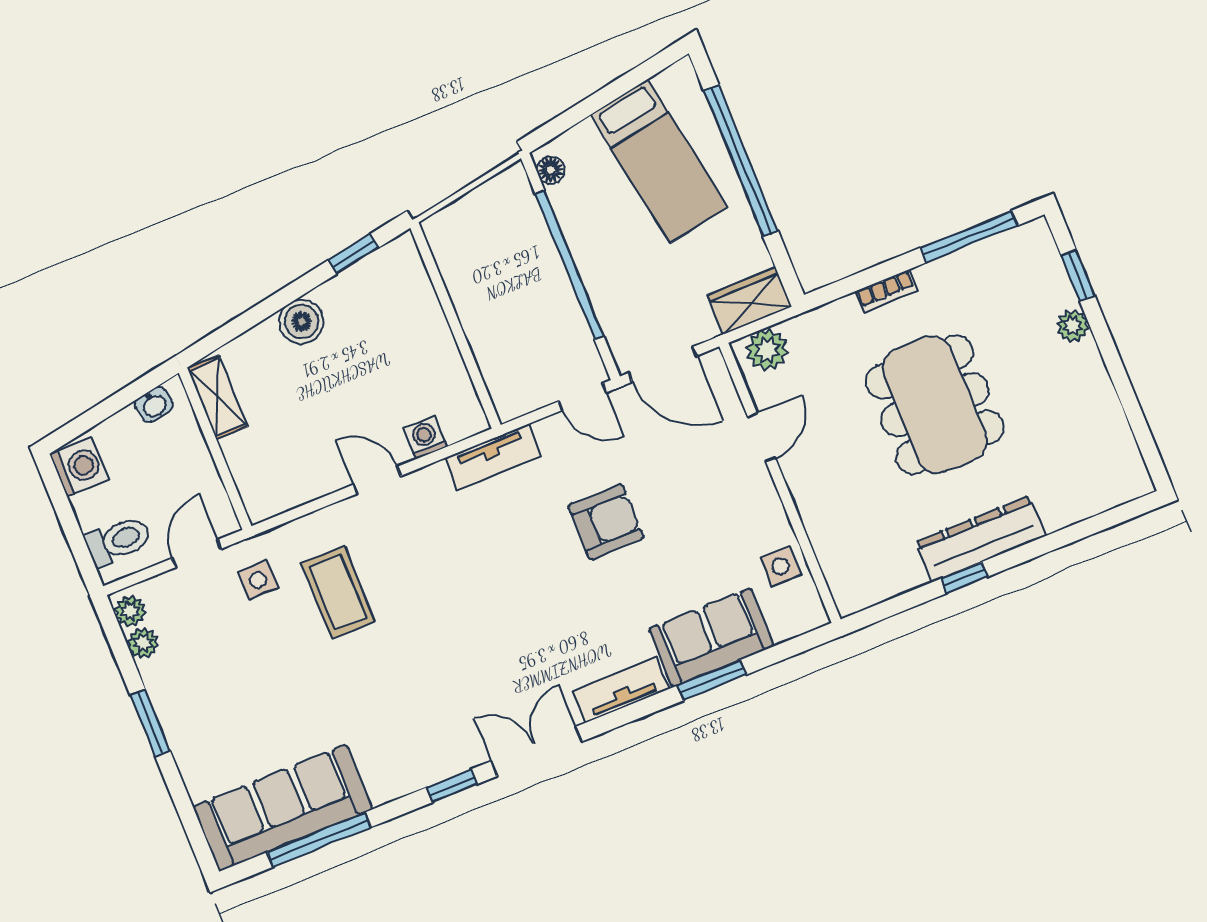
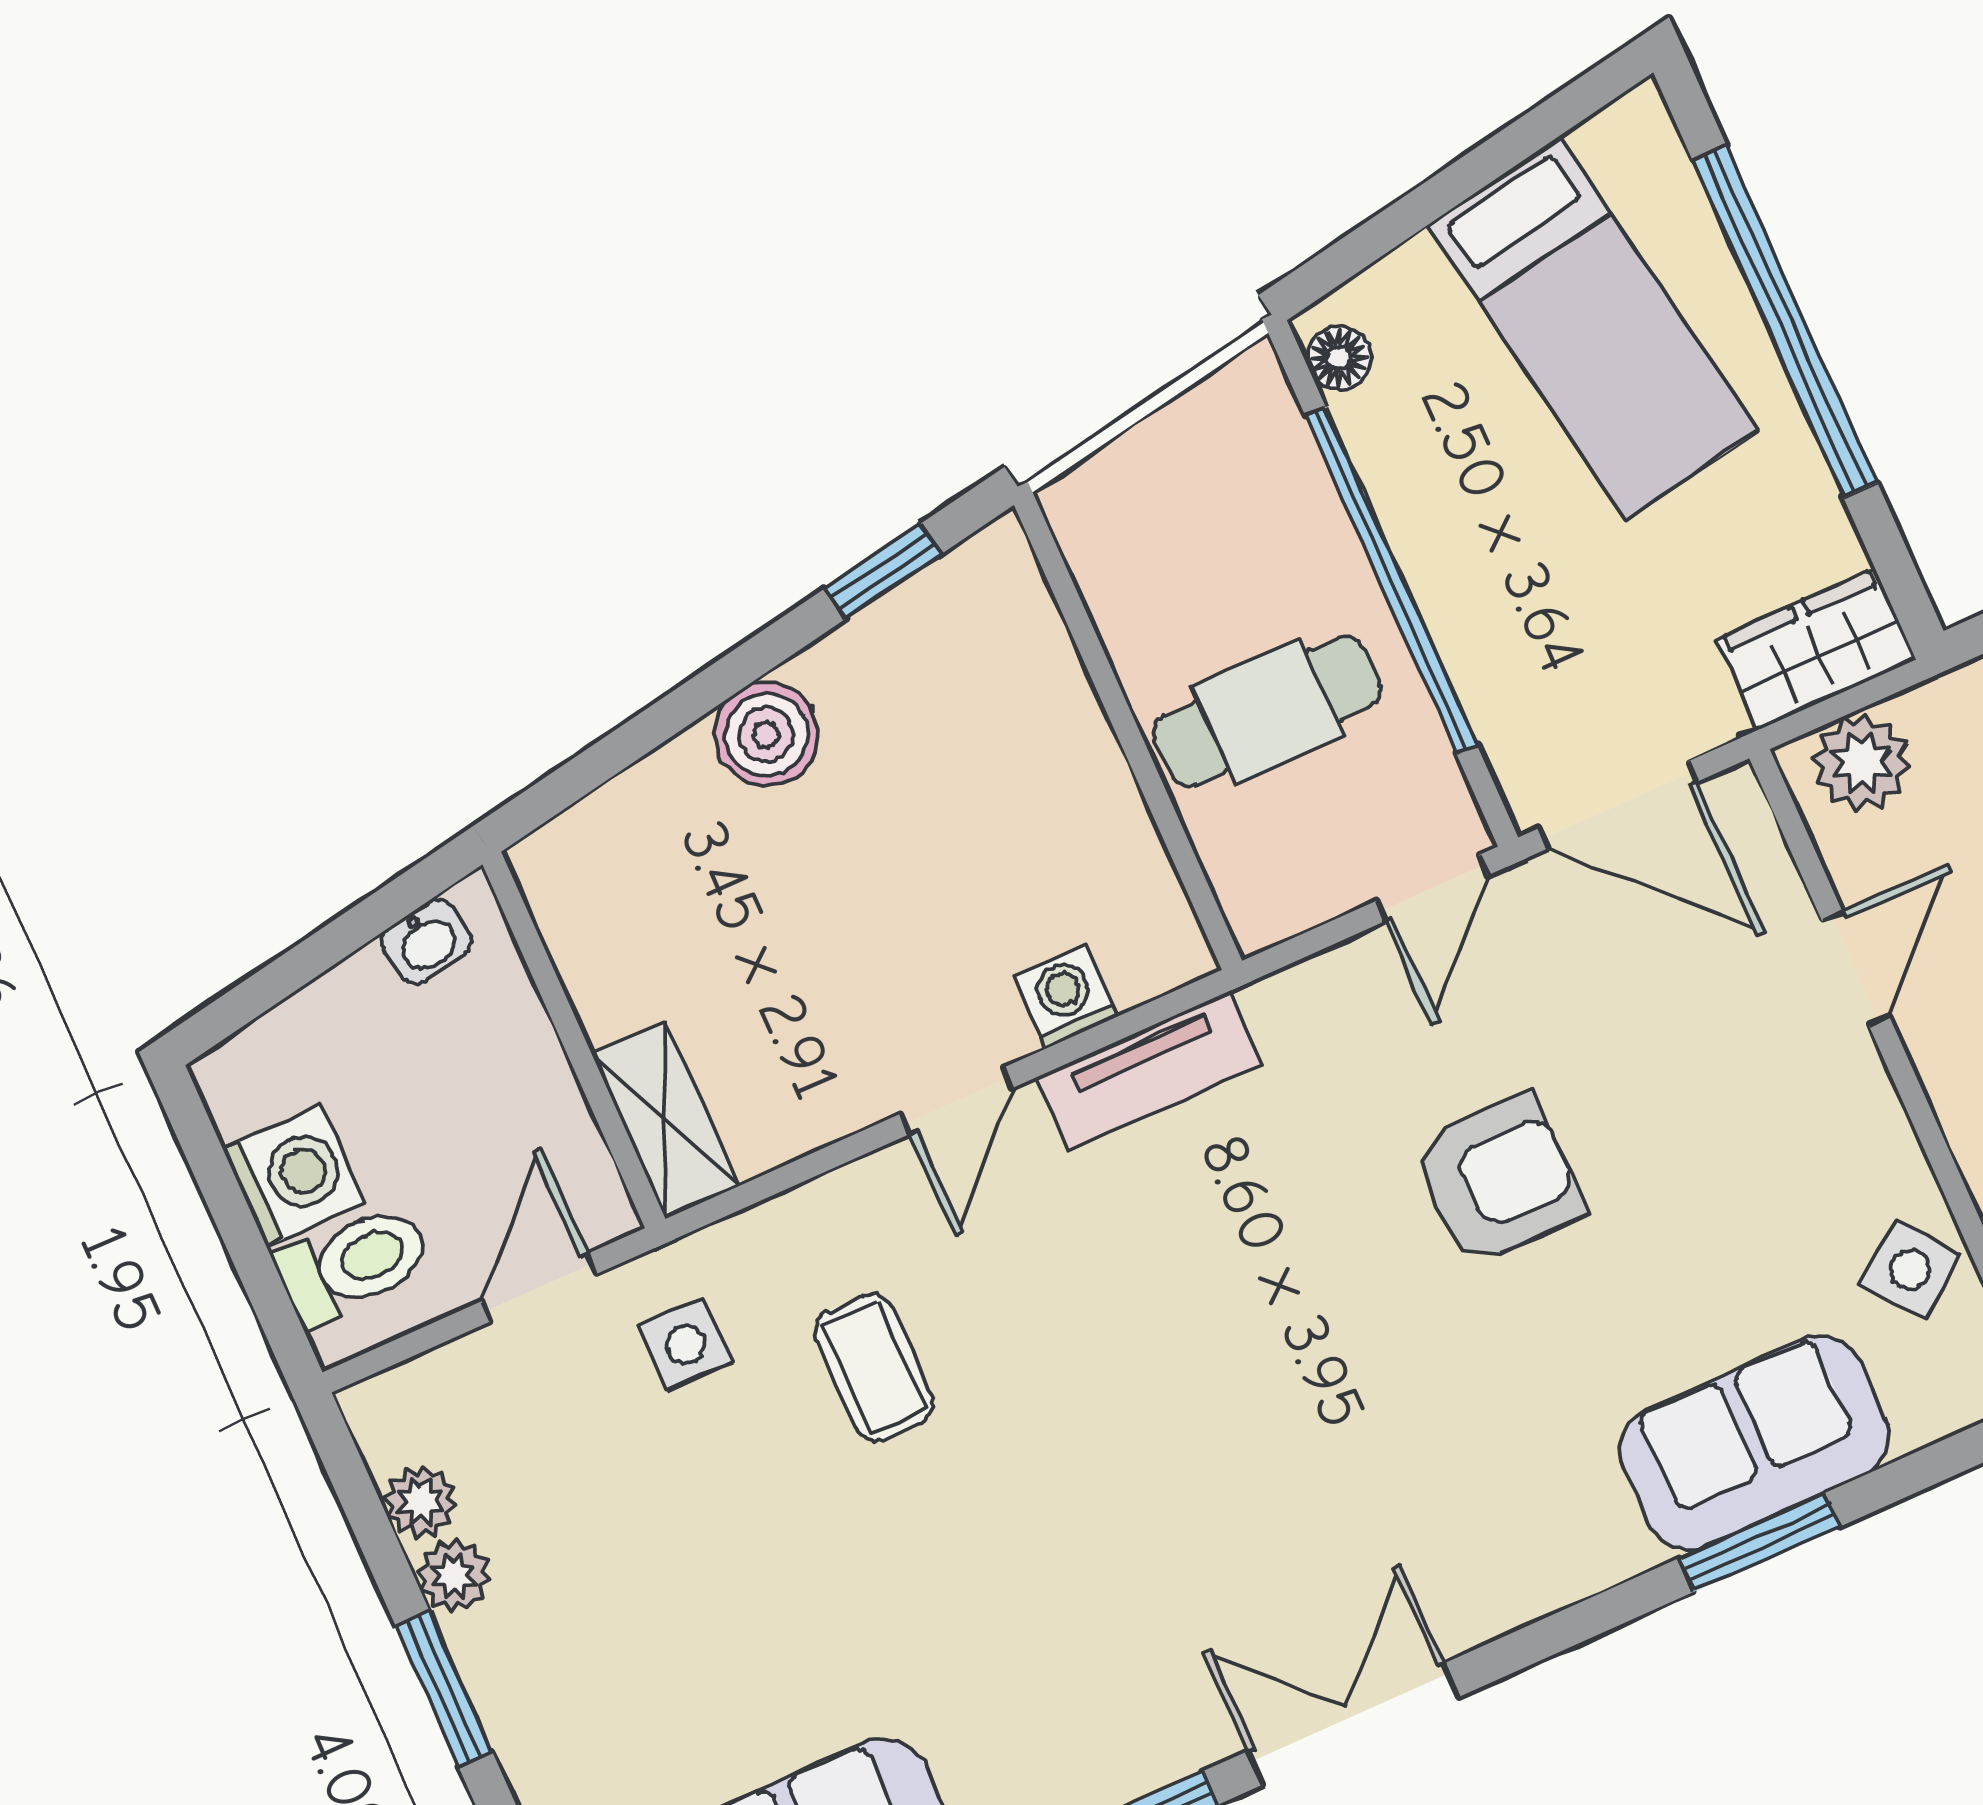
cafe table: (515, 319) -> (1267, 711), added
shelving: (218, 397) -> (665, 1120), moved
door: (582, 397) -> (1432, 888), hinge flipped
tv unit: (493, 457) -> (1149, 1071), moved
washing machine: (79, 467) -> (293, 1176), moved
door: (377, 480) -> (957, 1101), swing flipped
side table: (780, 566) -> (1910, 1270), turned -38
coffee table: (338, 592) -> (874, 1367), width x0.73, depth x0.77
plant: (130, 611) -> (454, 1576), moved
tv unit: (621, 690) -> (1546, 1573), removed

